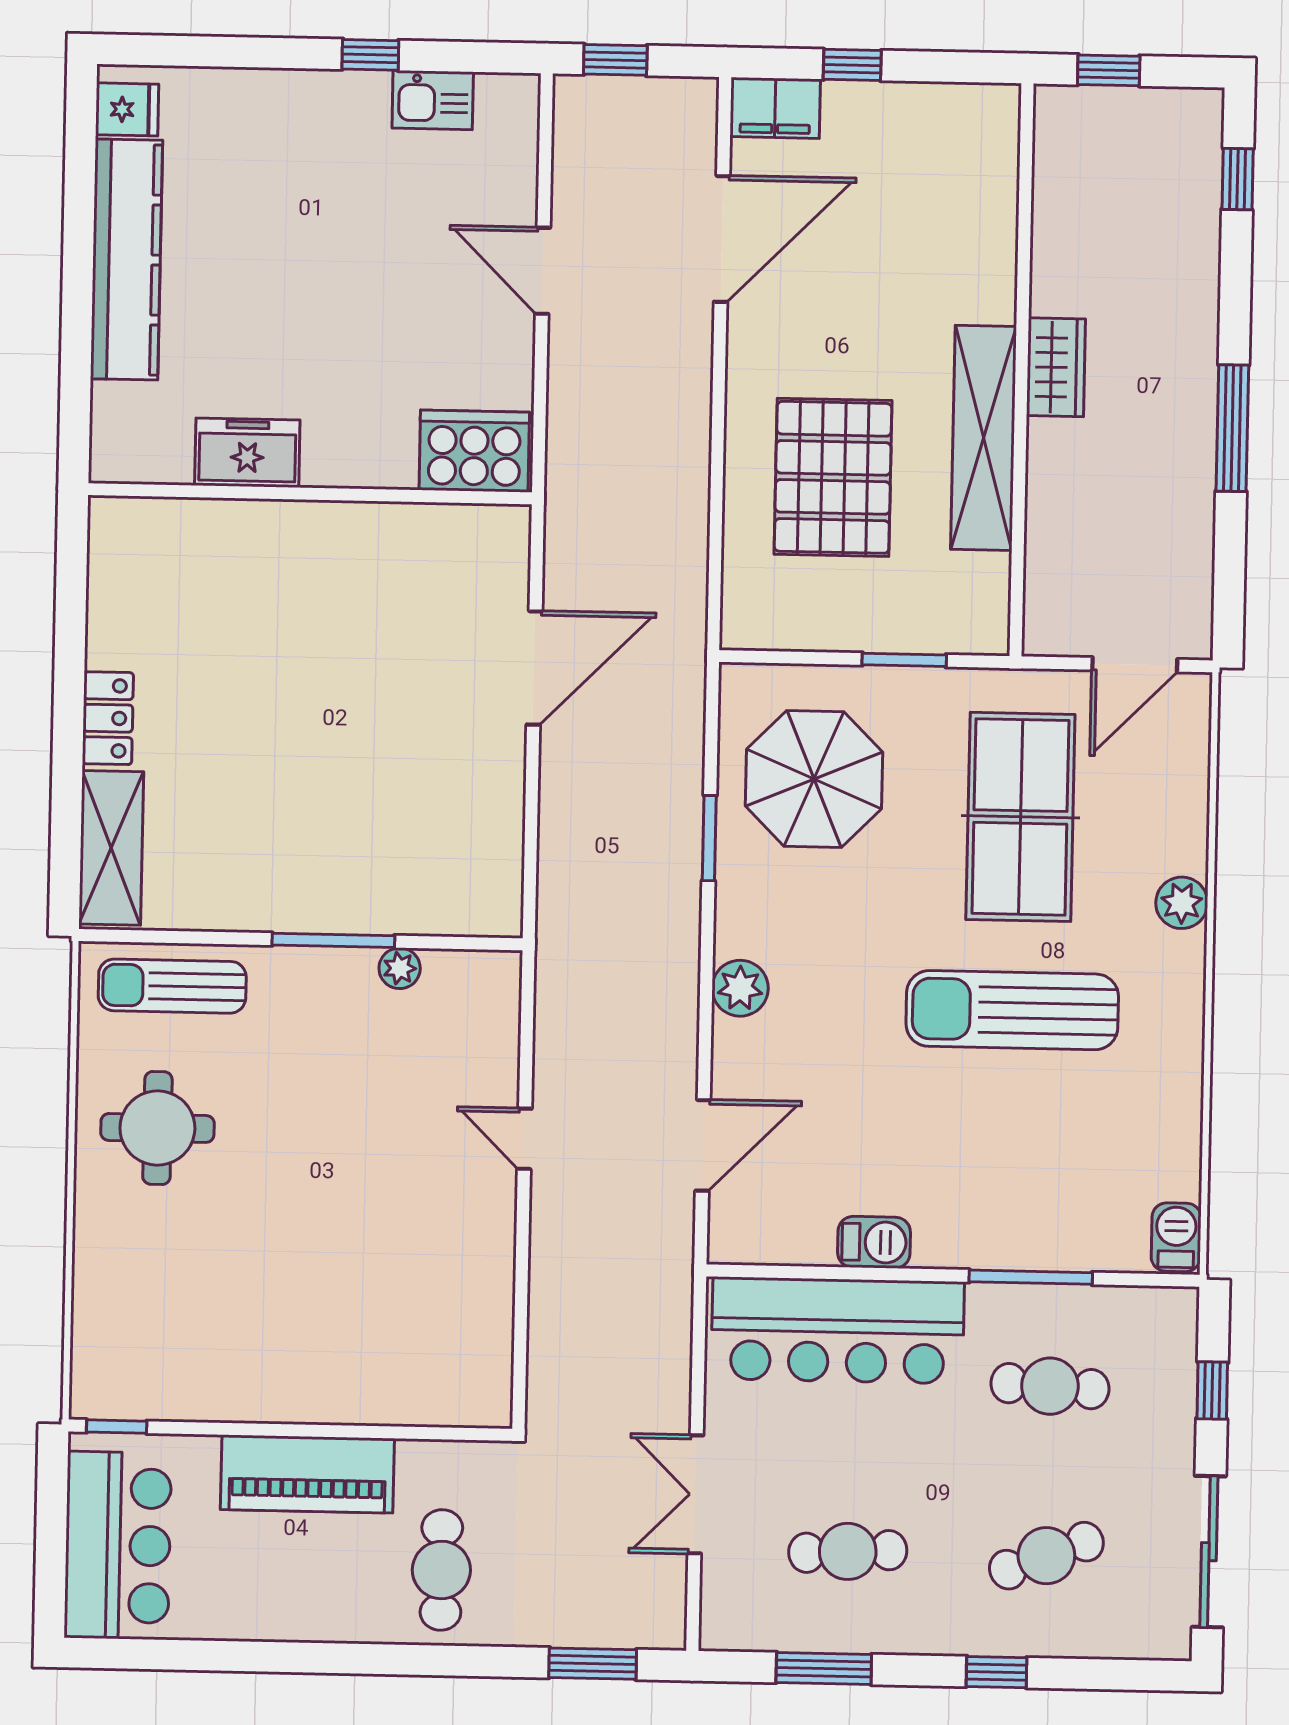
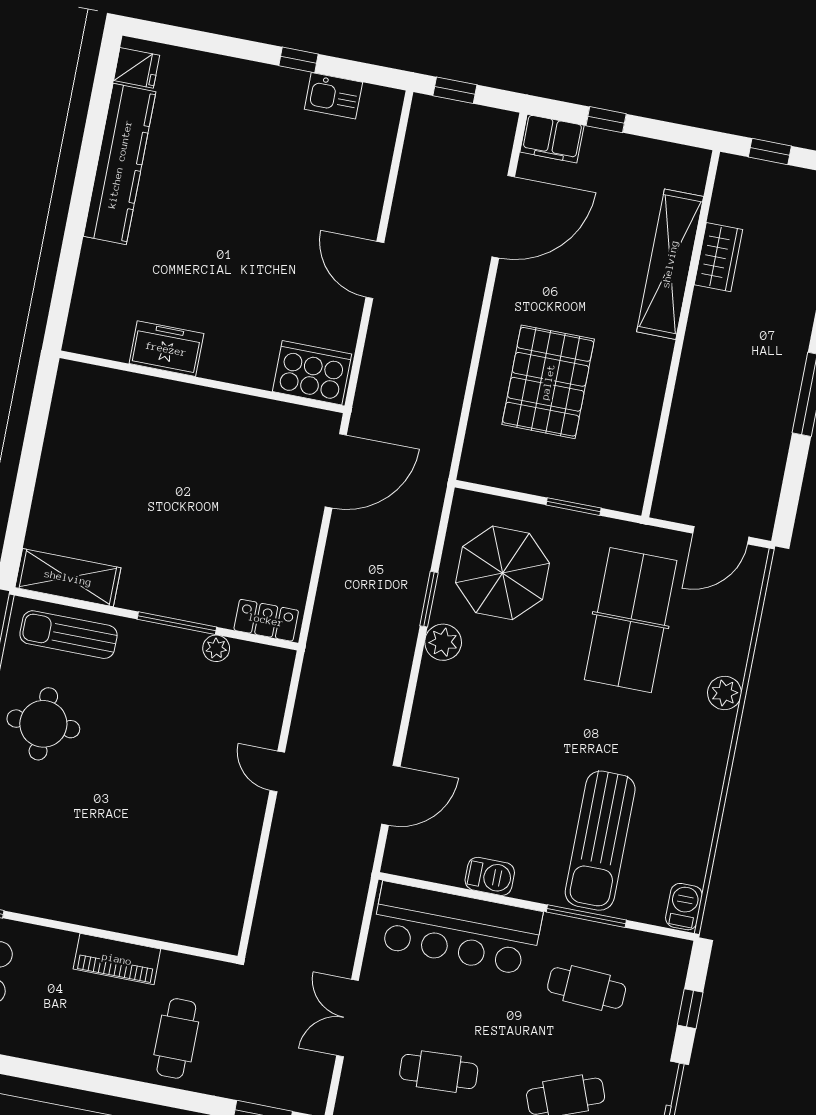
door: (543, 271) -> (375, 270), moved
wardrobe: (1056, 367) -> (718, 257), moved
shelving: (984, 438) -> (670, 264), moved
cooker: (474, 451) -> (312, 373), moved
freezer: (247, 453) -> (166, 349), moved
wall: (310, 494) -> (202, 382), moved
locker: (108, 718) -> (266, 620), moved, turned -90
shelving: (111, 848) -> (68, 578), moved, turned 90
plant: (740, 988) -> (443, 642), moved
sun lounger: (1012, 1010) -> (600, 841), moved, turned -90
piano: (307, 1474) -> (117, 959), width x0.73, depth x0.75

